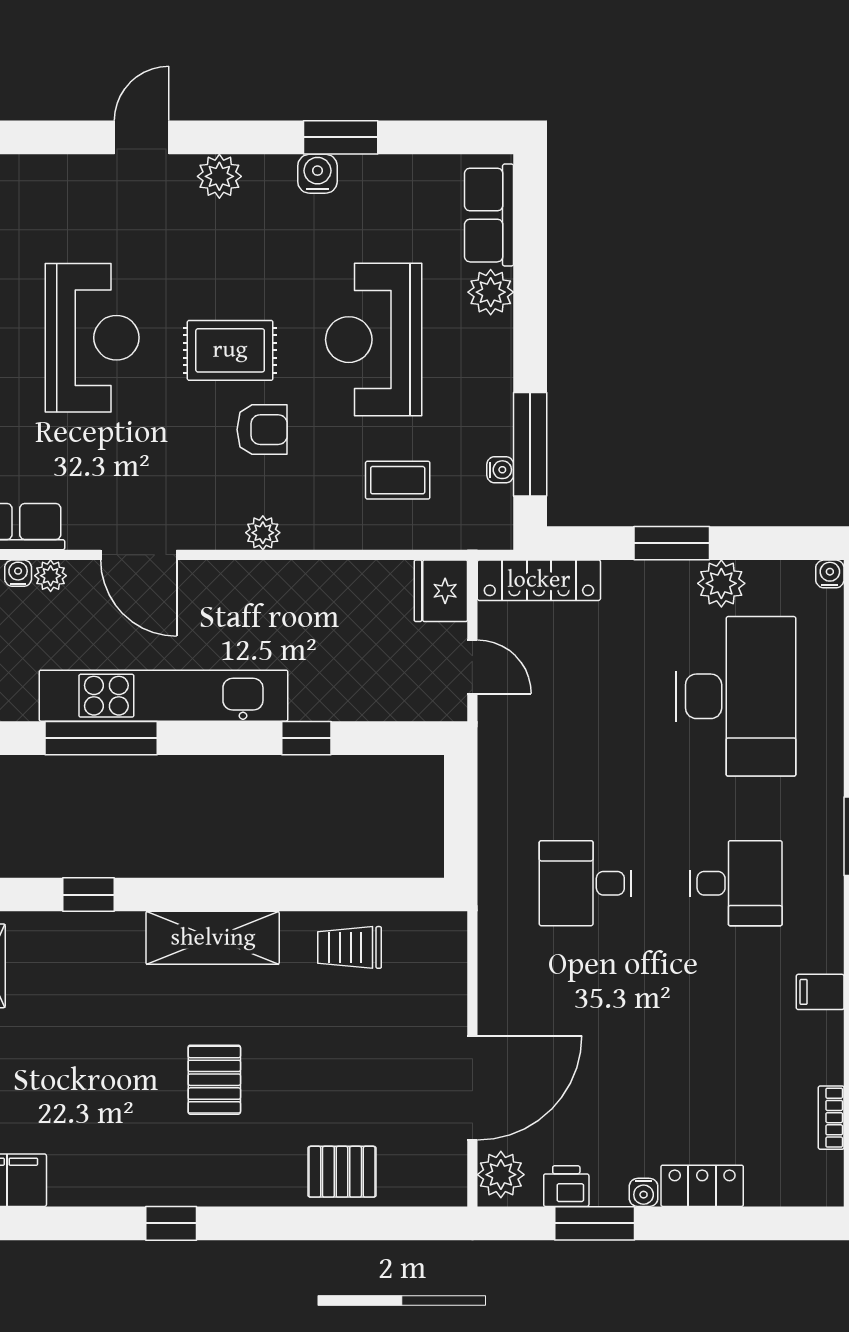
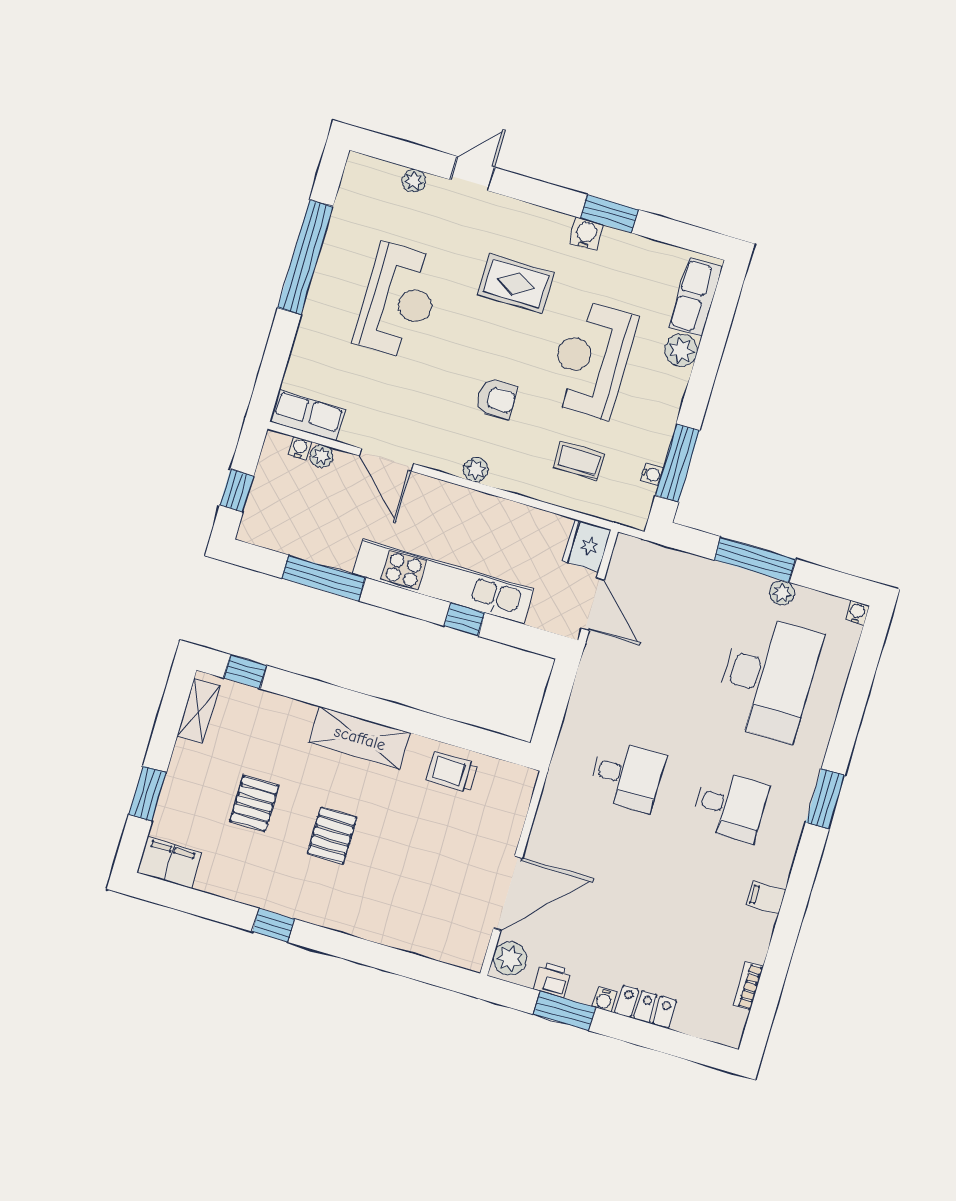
plant: (219, 176) -> (414, 181), moved, width x0.73, depth x0.73
rug: (230, 350) -> (516, 284), moved
window: (672, 543) -> (755, 559), width x1.44
locker: (539, 580) -> (656, 558), removed
plant: (721, 583) -> (782, 593), width x0.73, depth x0.73
door: (472, 667) -> (593, 604), width x1.38
kitchen unit: (163, 696) -> (443, 581), moved
desk: (585, 883) -> (627, 776), turned 180
window: (88, 895) -> (245, 672), moved
pallet: (342, 1172) -> (254, 803), moved, turned 90

